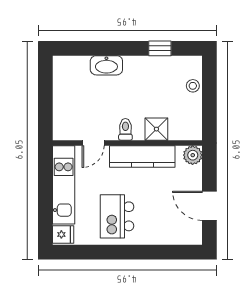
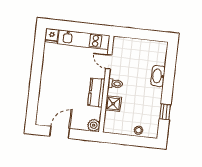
kitchen counter: (142, 157) -> (96, 92), width x0.67
kitchen island: (117, 216) -> (60, 72), removed

